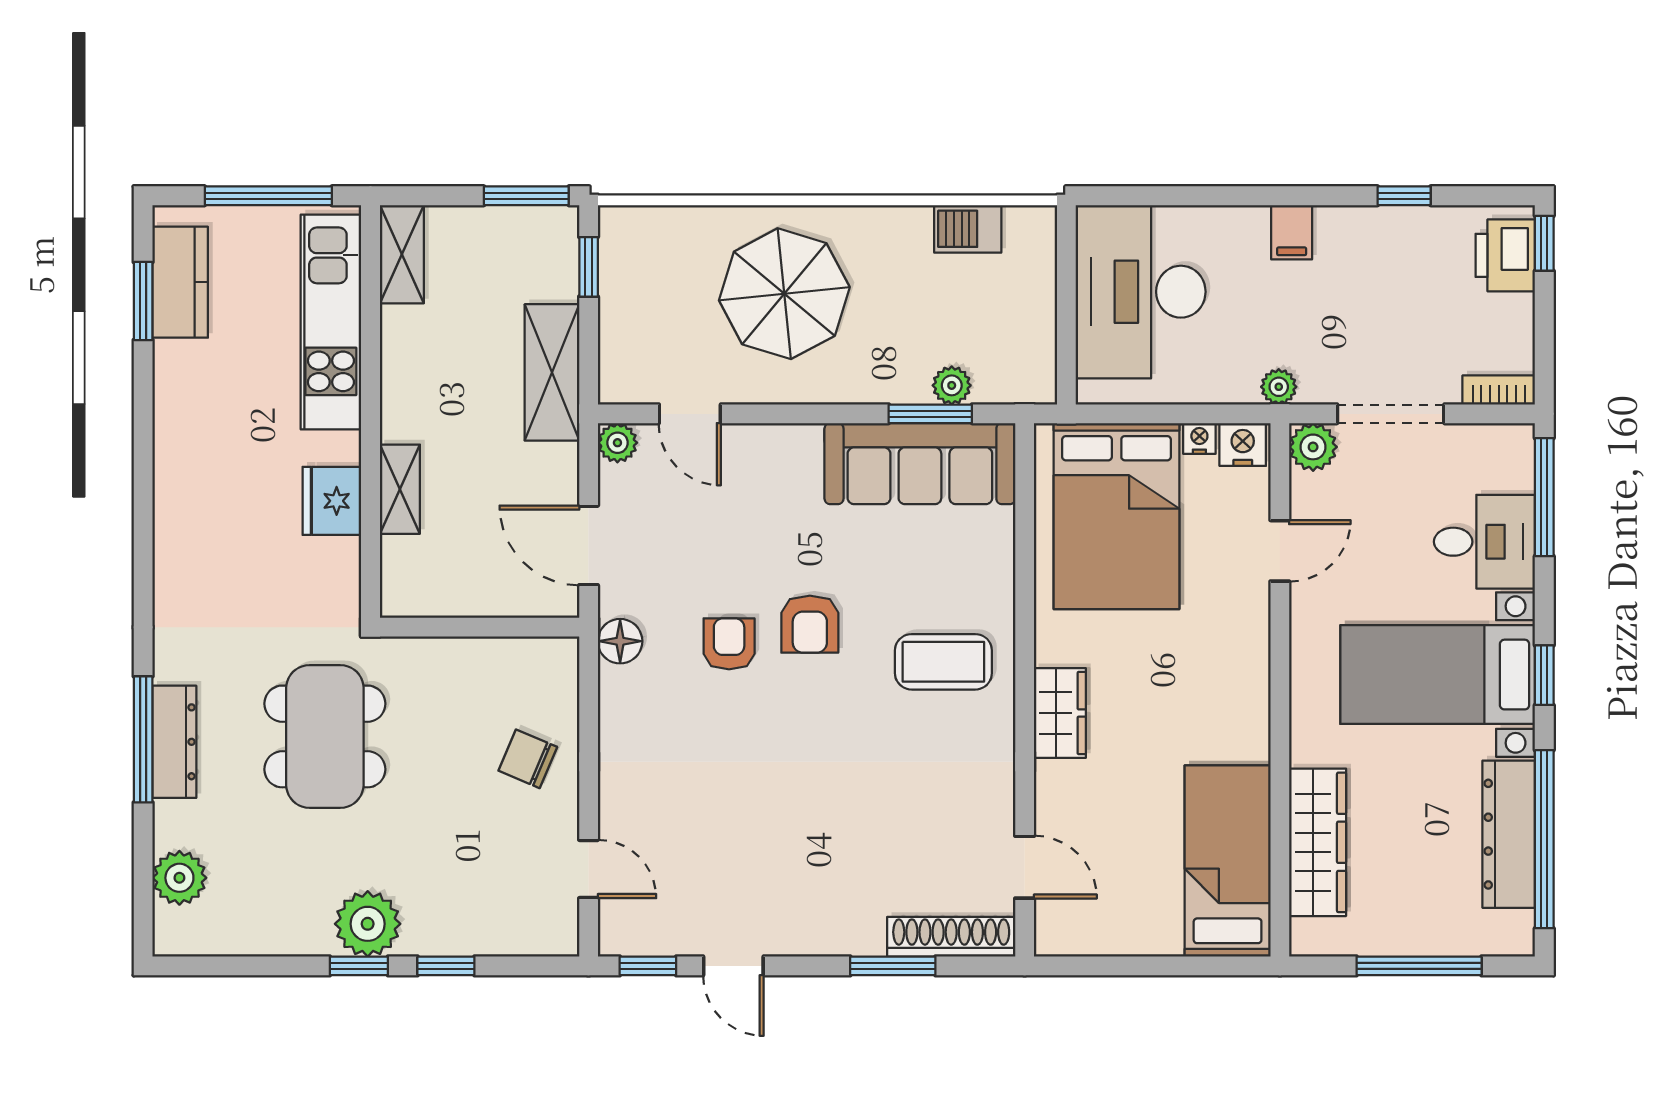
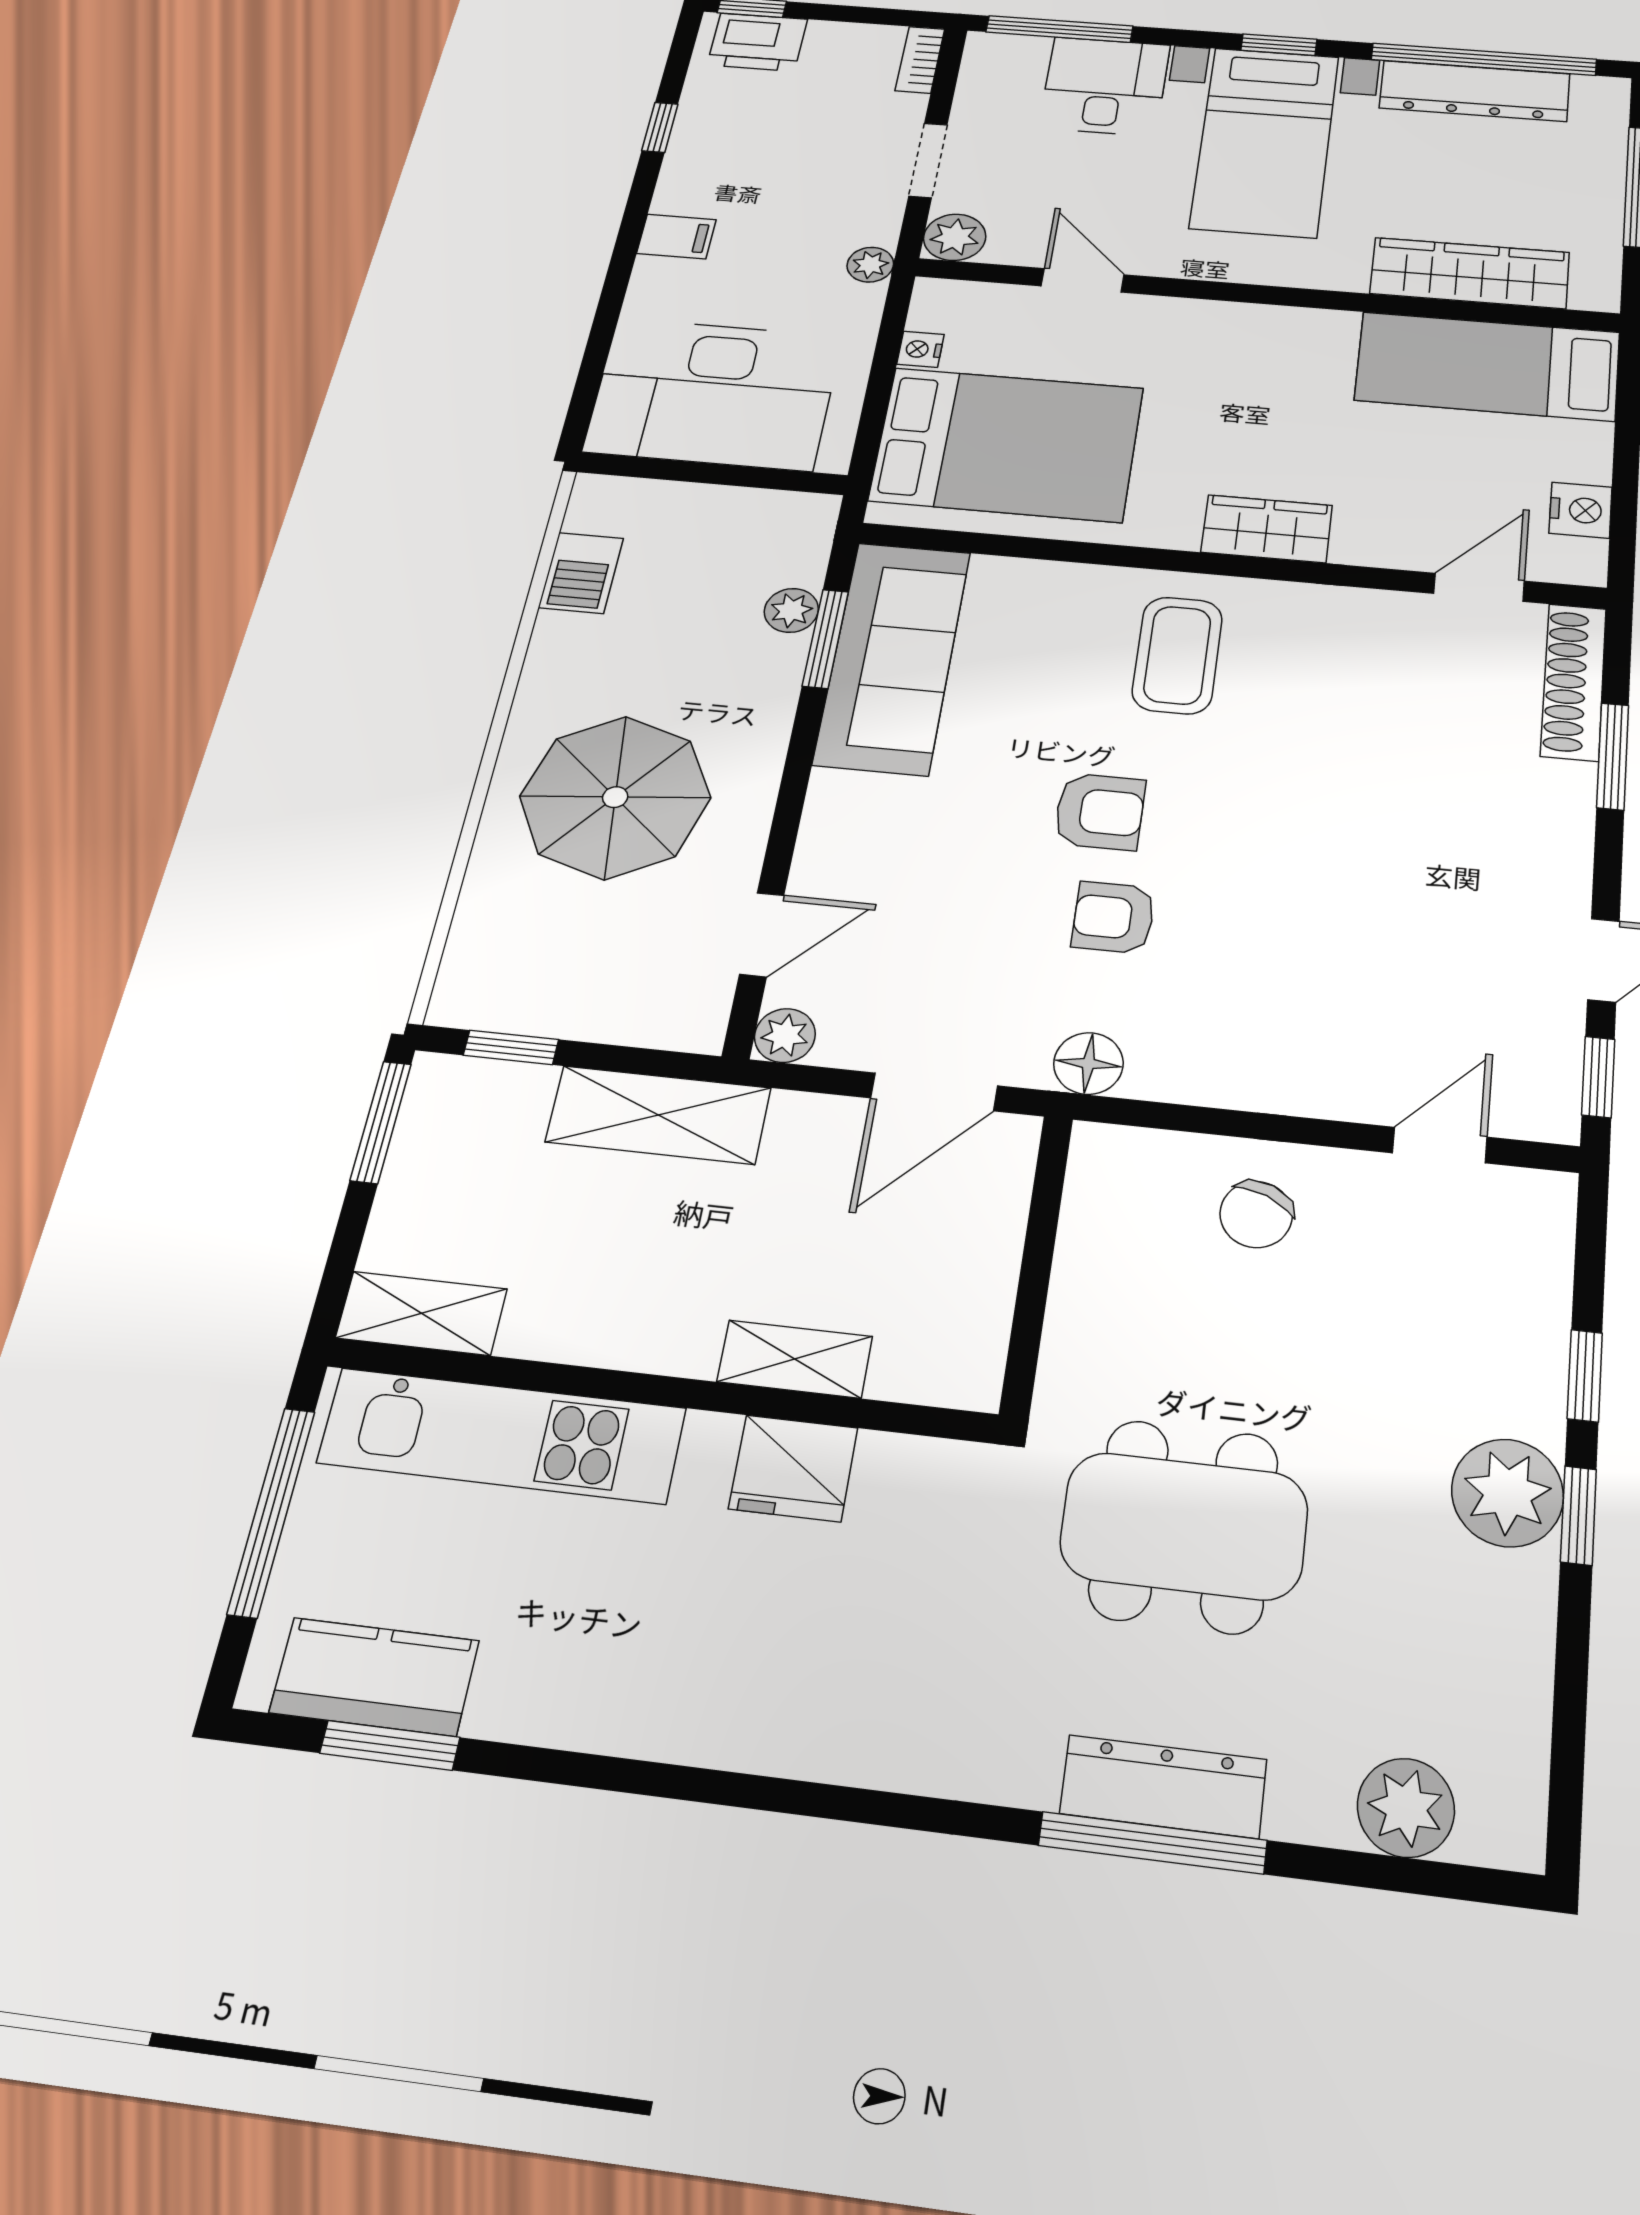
doorway: (1391, 414) -> (928, 160), width x0.73
nightstand: (1243, 444) -> (1581, 510), moved, turned 180

